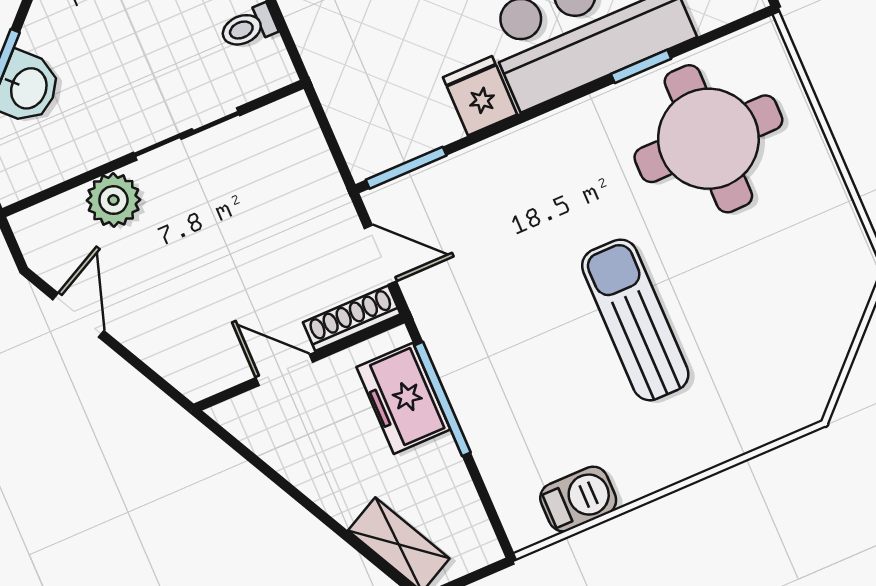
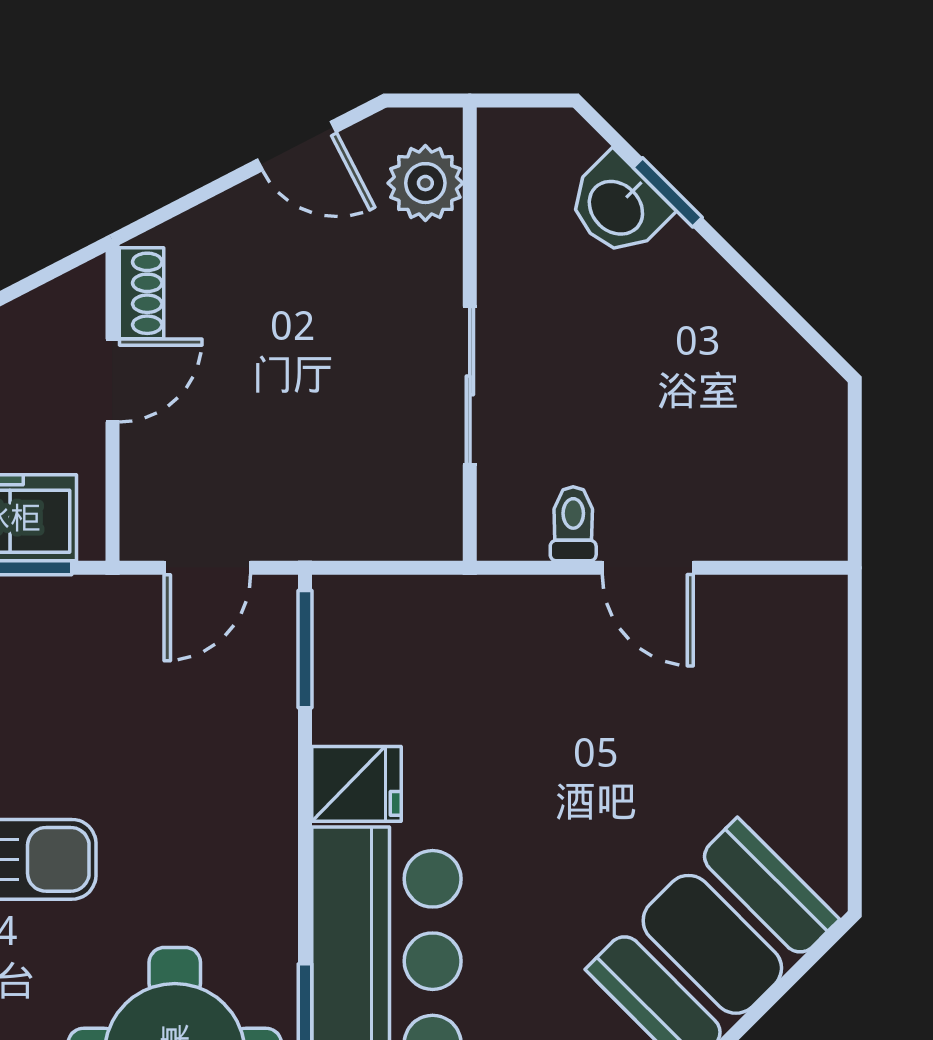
plant: (113, 200) -> (425, 183), moved
shoe rack: (352, 318) -> (141, 293), moved, width x0.70

